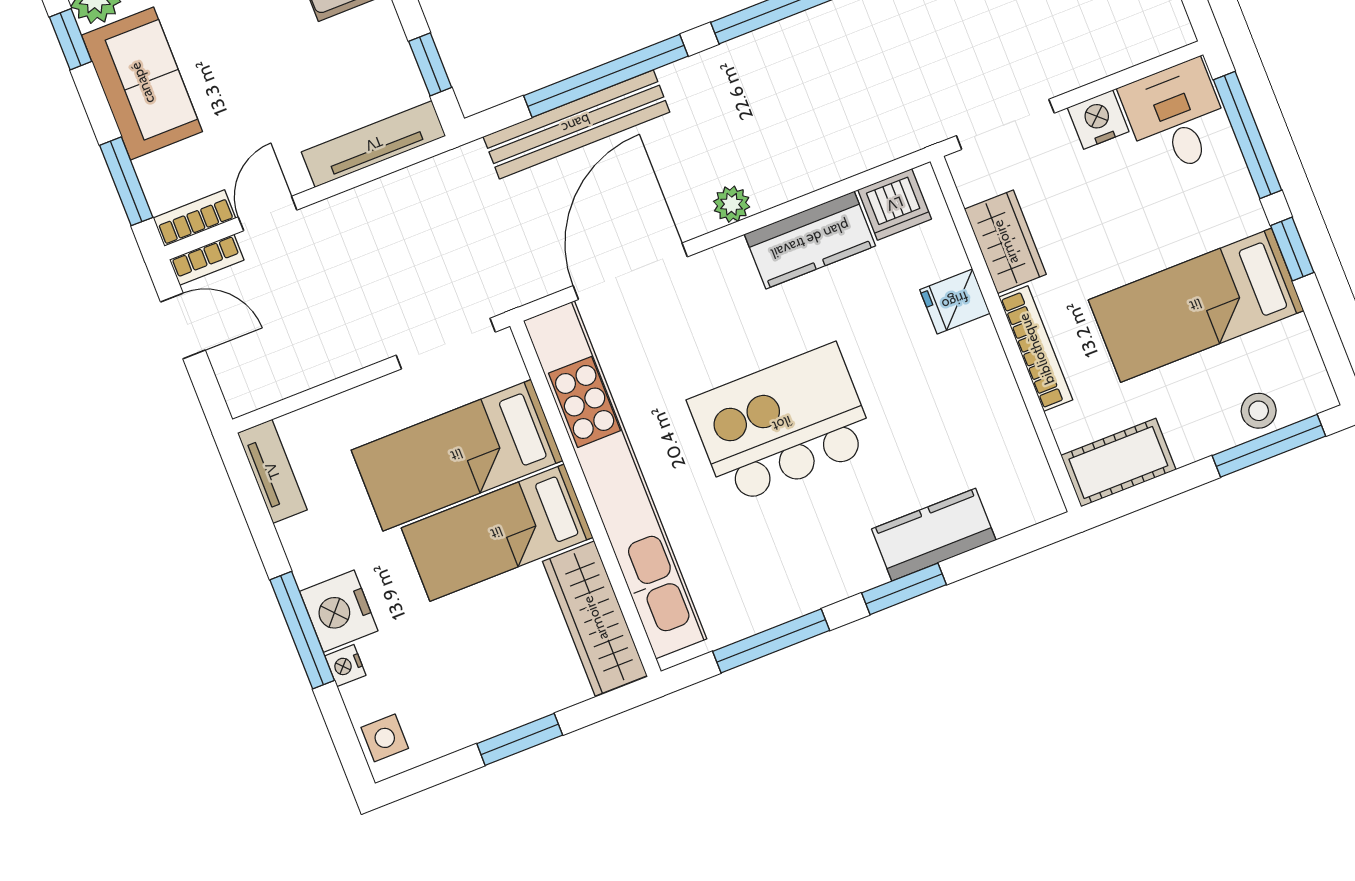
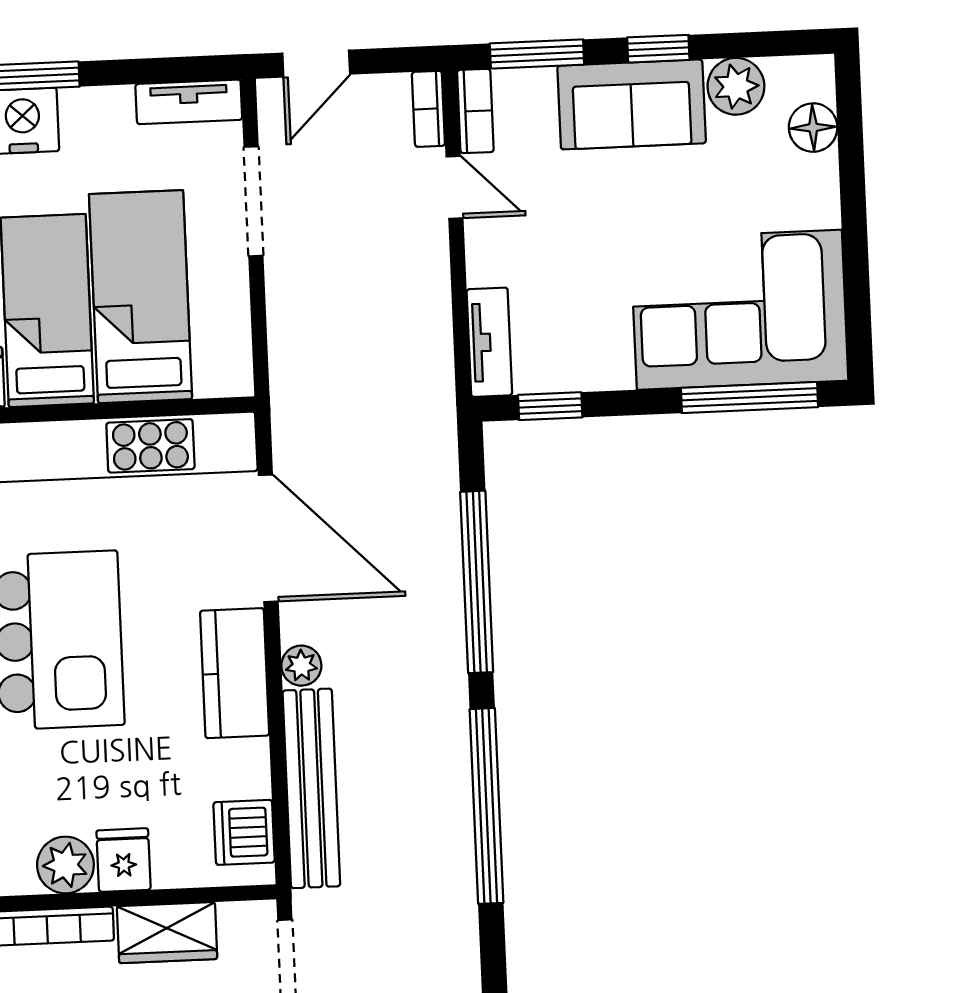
window: (71, 39) -> (658, 49), moved
bench: (576, 124) -> (311, 788), moved
tv unit: (374, 144) -> (489, 342), width x0.71
kitchen counter: (810, 240) -> (235, 673), moved
door: (183, 326) -> (316, 64), moved
doorway: (446, 344) -> (253, 201), moved
plant: (977, 351) -> (65, 865), added

